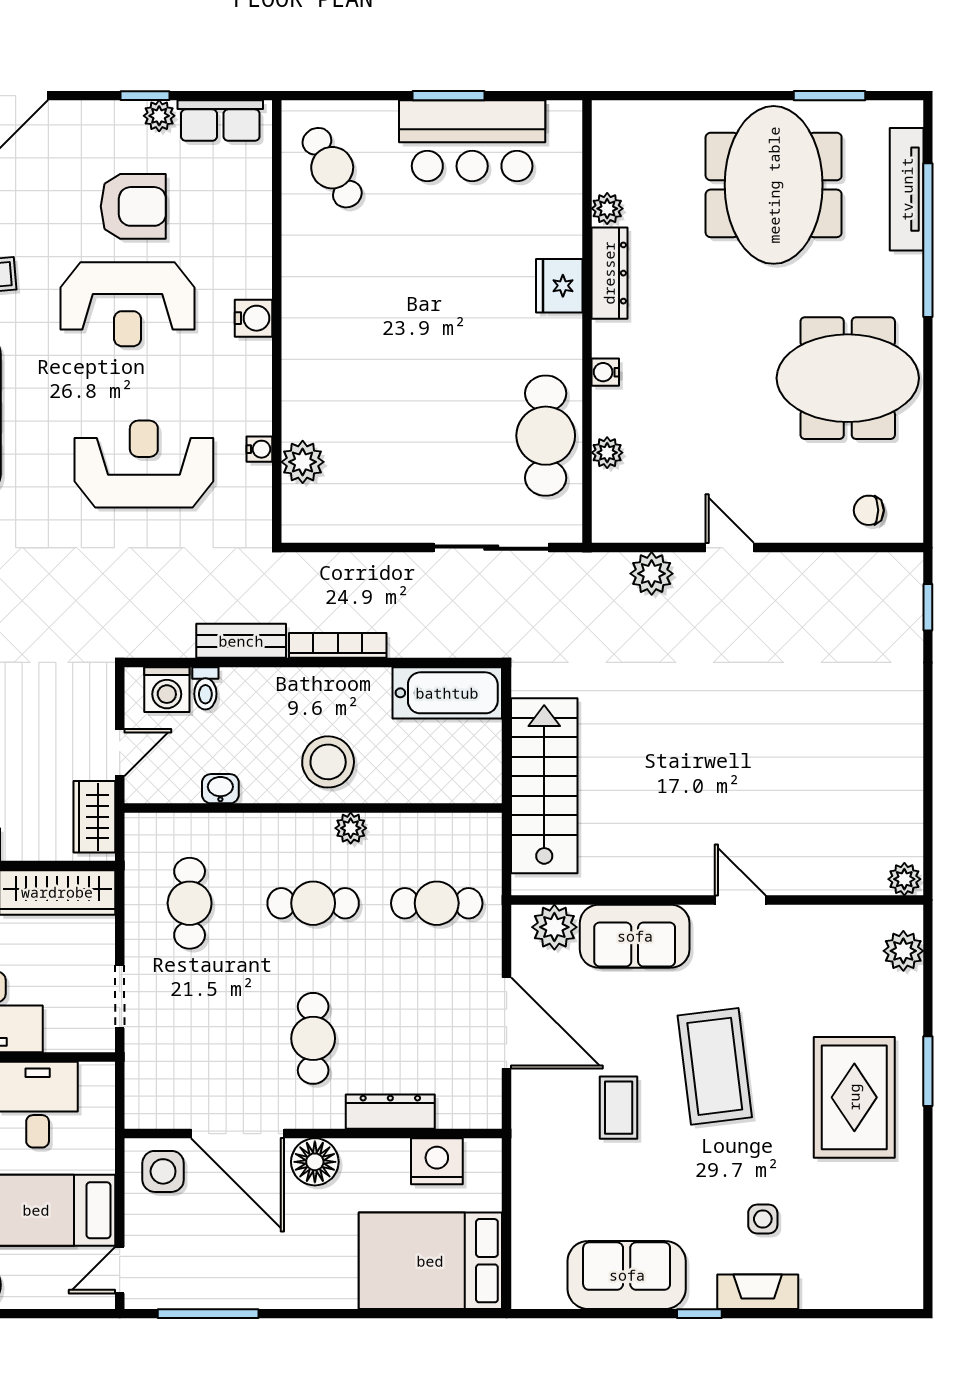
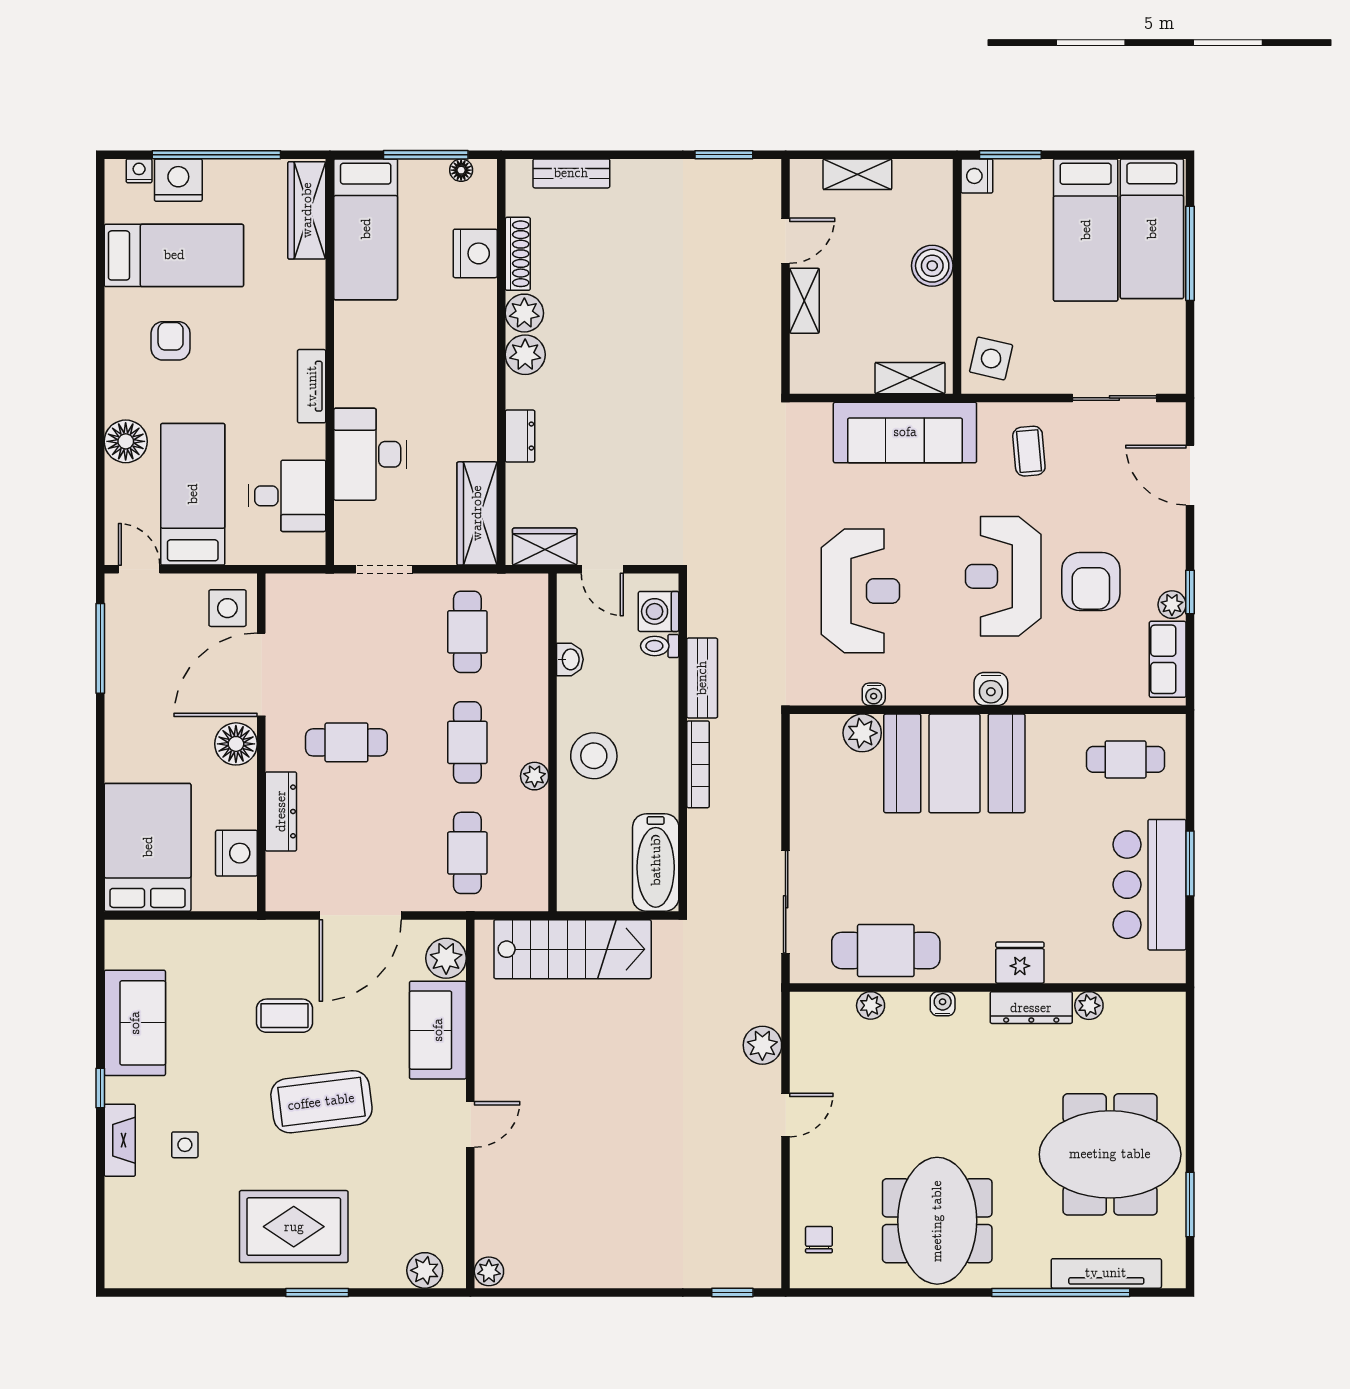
cafe table: (332, 168) -> (1126, 759), turned 30
booth: (337, 359) -> (954, 763), added
cafe table: (190, 903) -> (467, 632), turned 90

